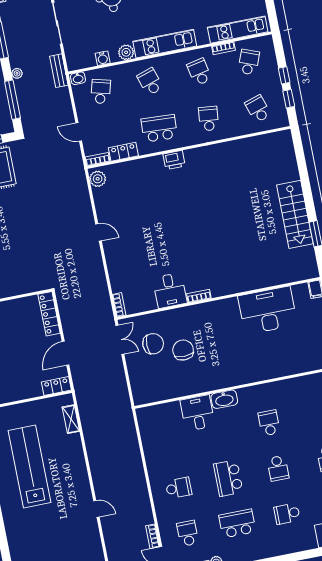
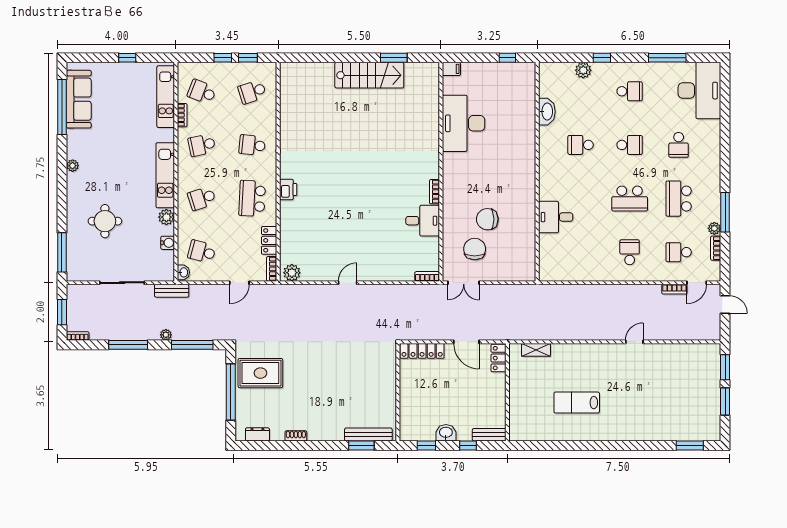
double door: (120, 340) -> (464, 283), swing flipped
washbasin: (224, 399) -> (547, 112), moved
lab bench: (30, 466) -> (577, 403), width x0.54, depth x0.72

